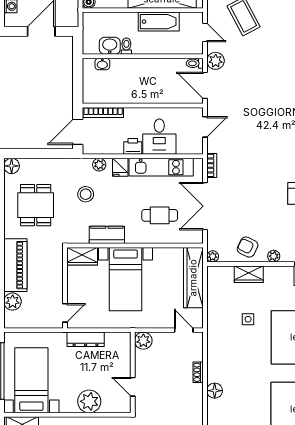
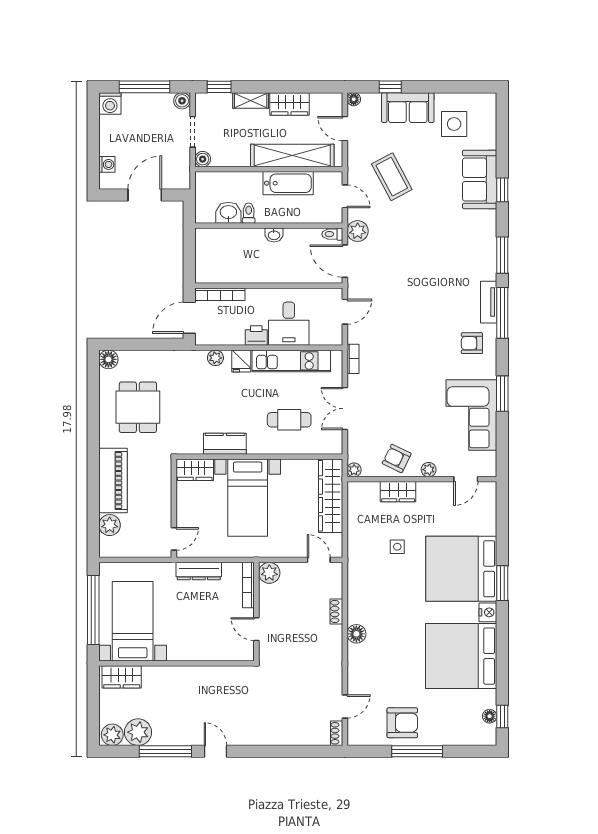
washbasin: (102, 64) -> (274, 235), moved
stool: (86, 194) -> (199, 394), removed
double door: (205, 206) -> (345, 409), width x0.73
bookcase: (126, 351) -> (248, 585), added
plant: (89, 401) -> (203, 647), removed

